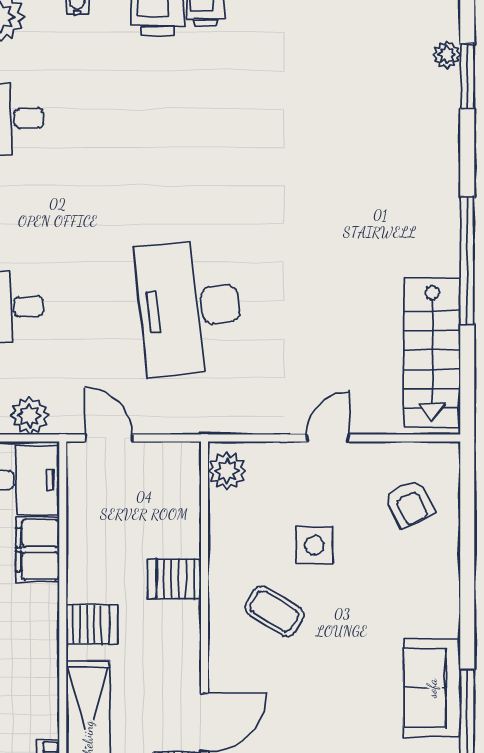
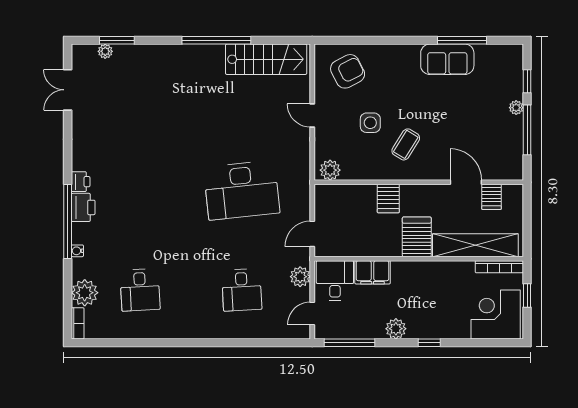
armchair: (410, 503) -> (348, 71), width x1.38, depth x1.38
server rack: (92, 624) -> (417, 237), width x1.36, depth x1.44

